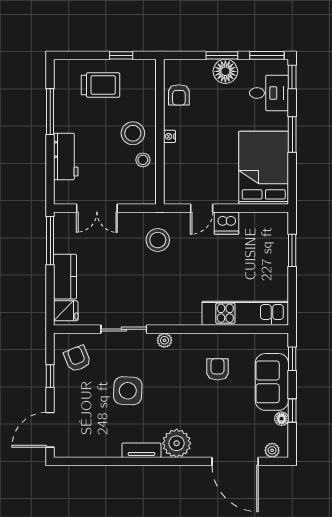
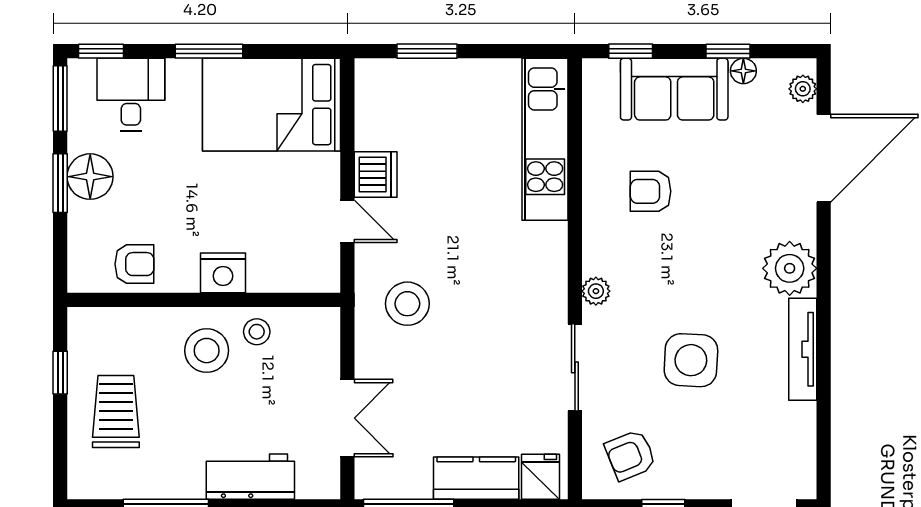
nightstand: (170, 136) -> (223, 273), width x1.89, depth x1.79
tv unit: (141, 450) -> (803, 349), width x1.41

